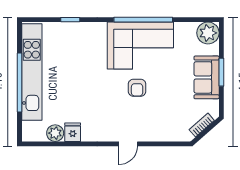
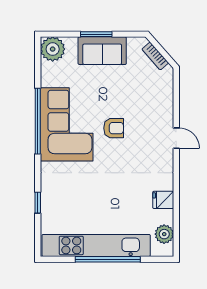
plant: (55, 133) -> (164, 234), moved

